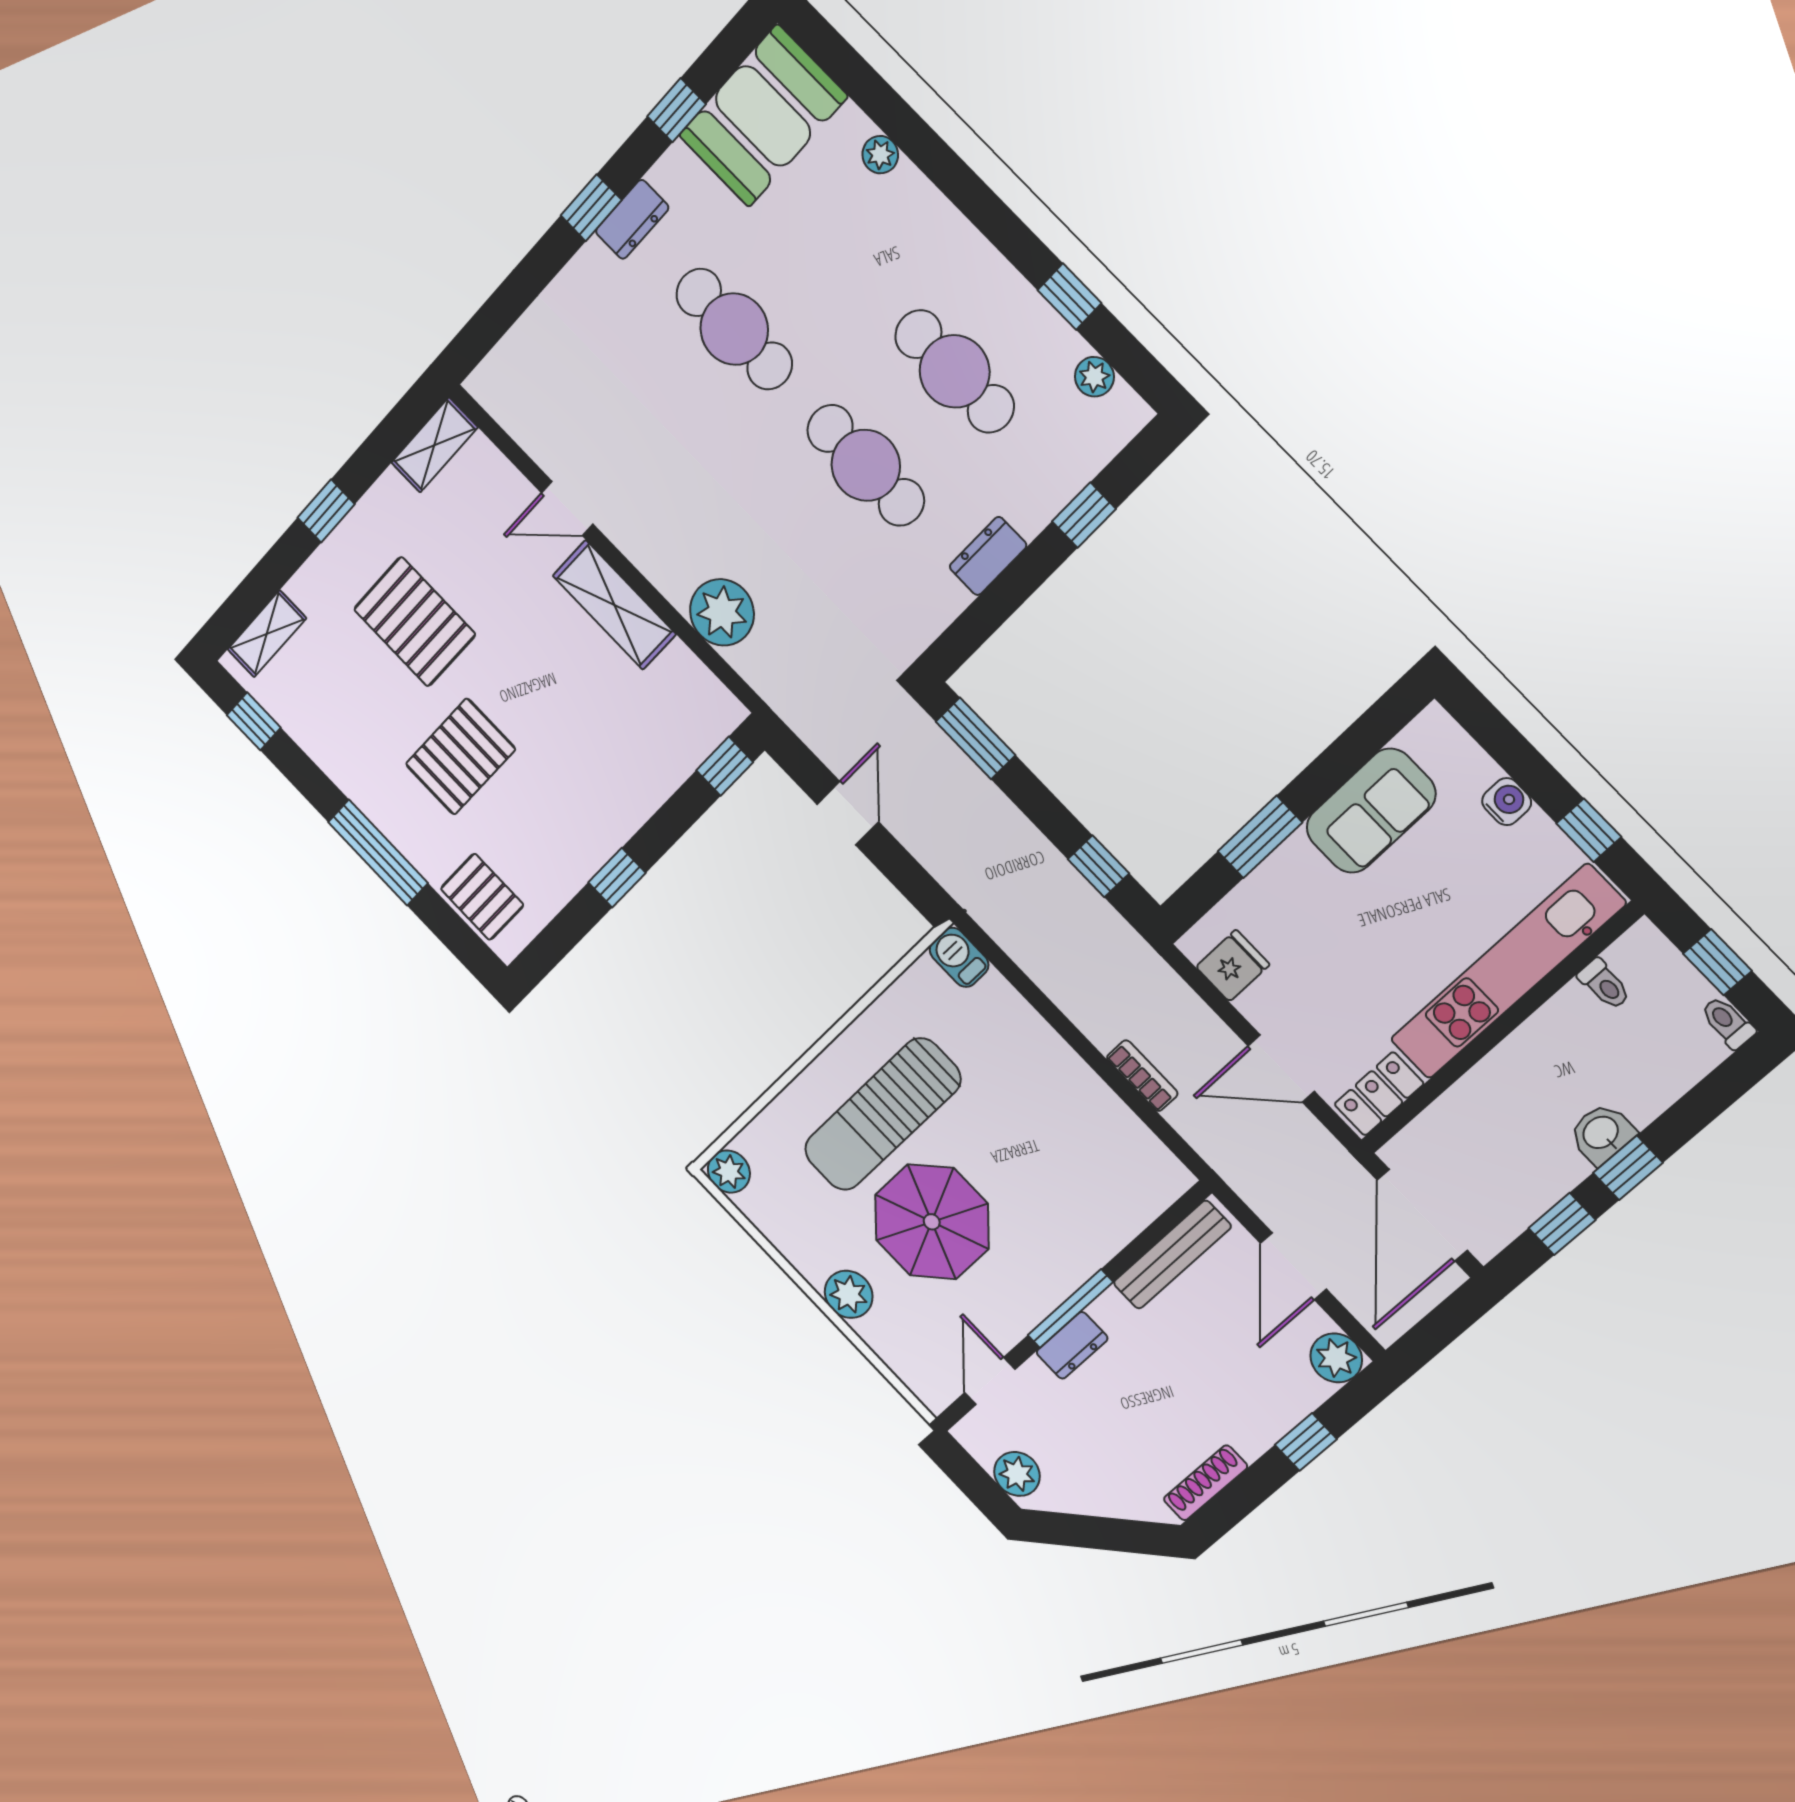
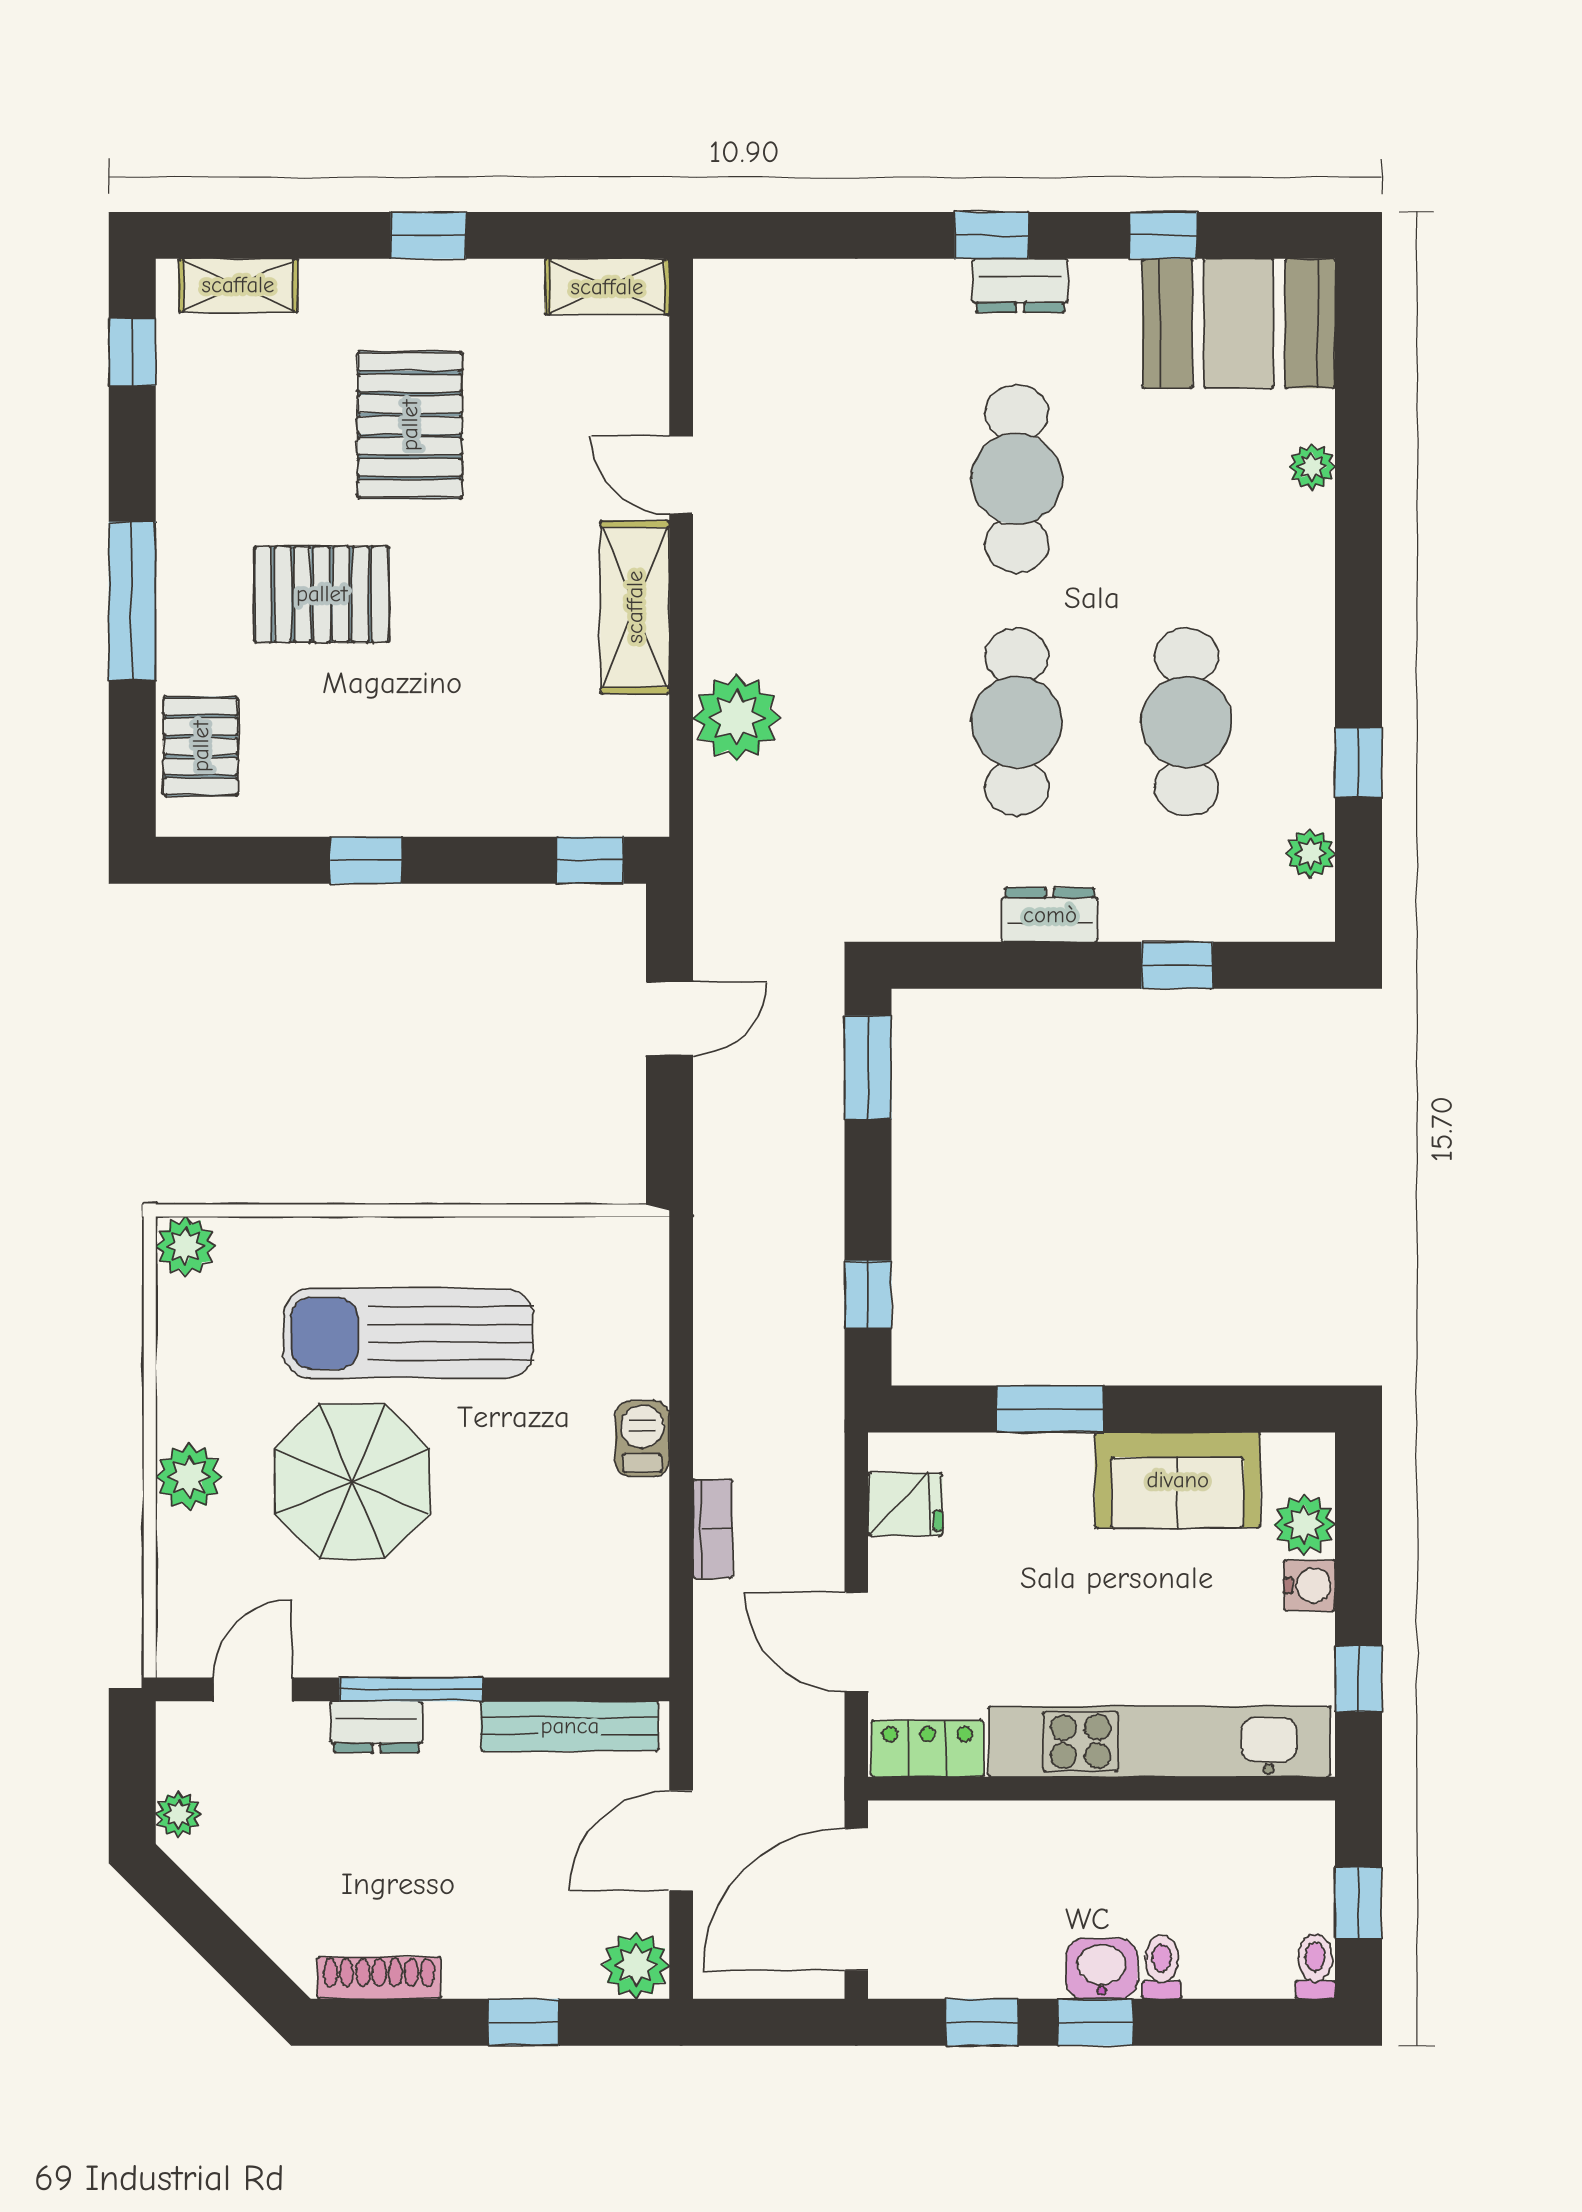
plant: (1469, 769) -> (1304, 1525), added
barbecue: (959, 957) -> (642, 1439), moved
toilet: (1604, 984) -> (1162, 1967), moved, turned 180
plant: (1017, 1474) -> (178, 1814), width x0.73, depth x0.73

